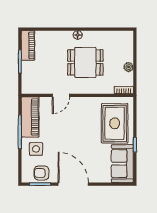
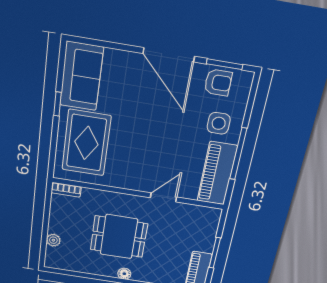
plant: (129, 67) -> (53, 240), moved

